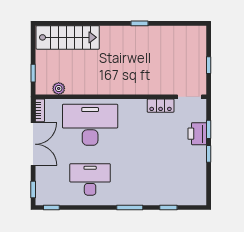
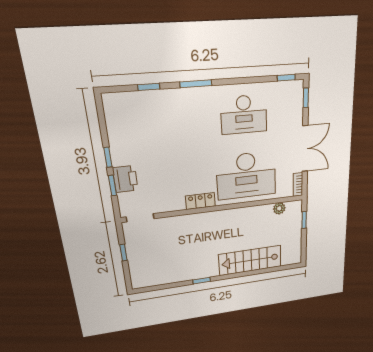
stairs: (68, 37) -> (250, 260), moved
locker: (161, 106) -> (200, 201), moved
double door: (33, 144) -> (305, 149), swing flipped

